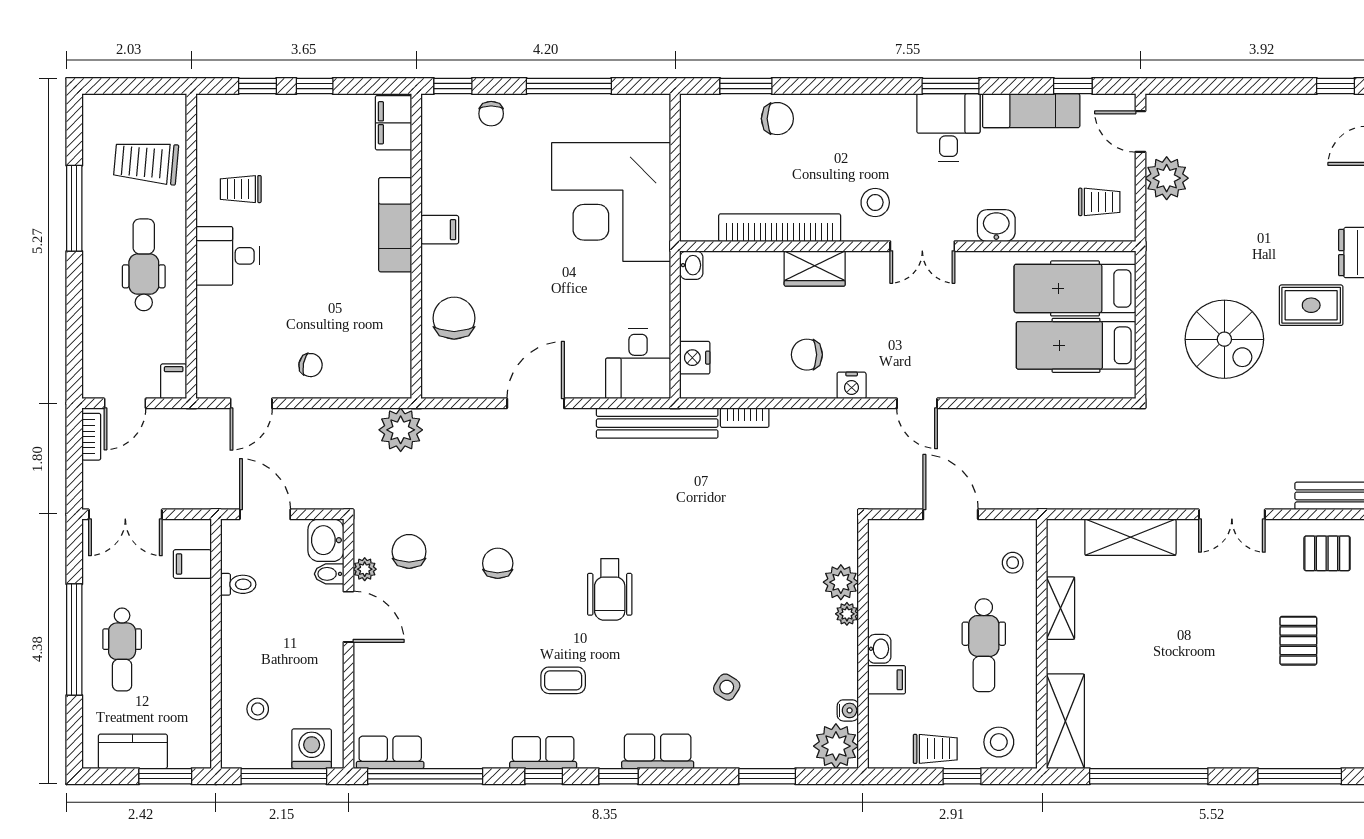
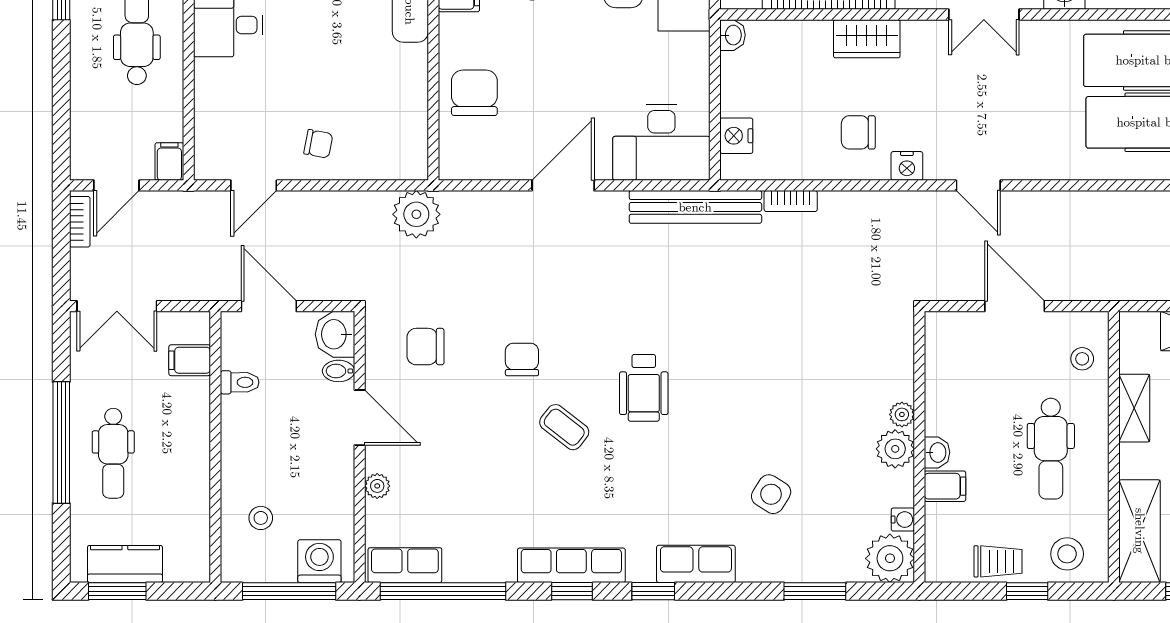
desk: (638, 364) -> (661, 142), width x1.37
chair: (409, 551) -> (425, 347), turned -90
plant: (365, 569) -> (377, 486), moved
plant: (841, 582) -> (895, 449), moved
coffee table: (563, 680) -> (564, 427), moved, turned 38
side table: (727, 687) -> (771, 494), width x1.37, depth x1.37
row of seats: (543, 753) -> (571, 565), width x1.48
window: (165, 776) -> (117, 591), moved

